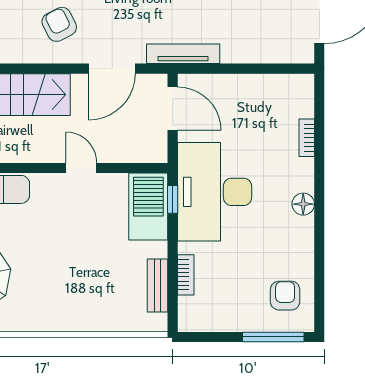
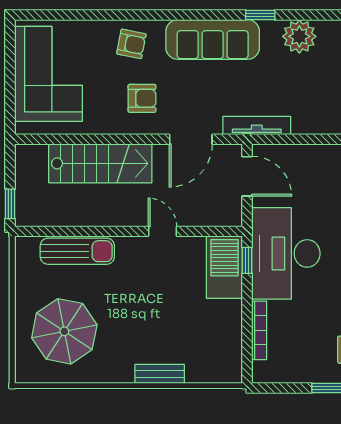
armchair: (59, 24) -> (142, 98), turned 117
bookcase: (186, 275) -> (259, 330), width x1.56
bench: (158, 286) -> (160, 374), moved, turned 90

